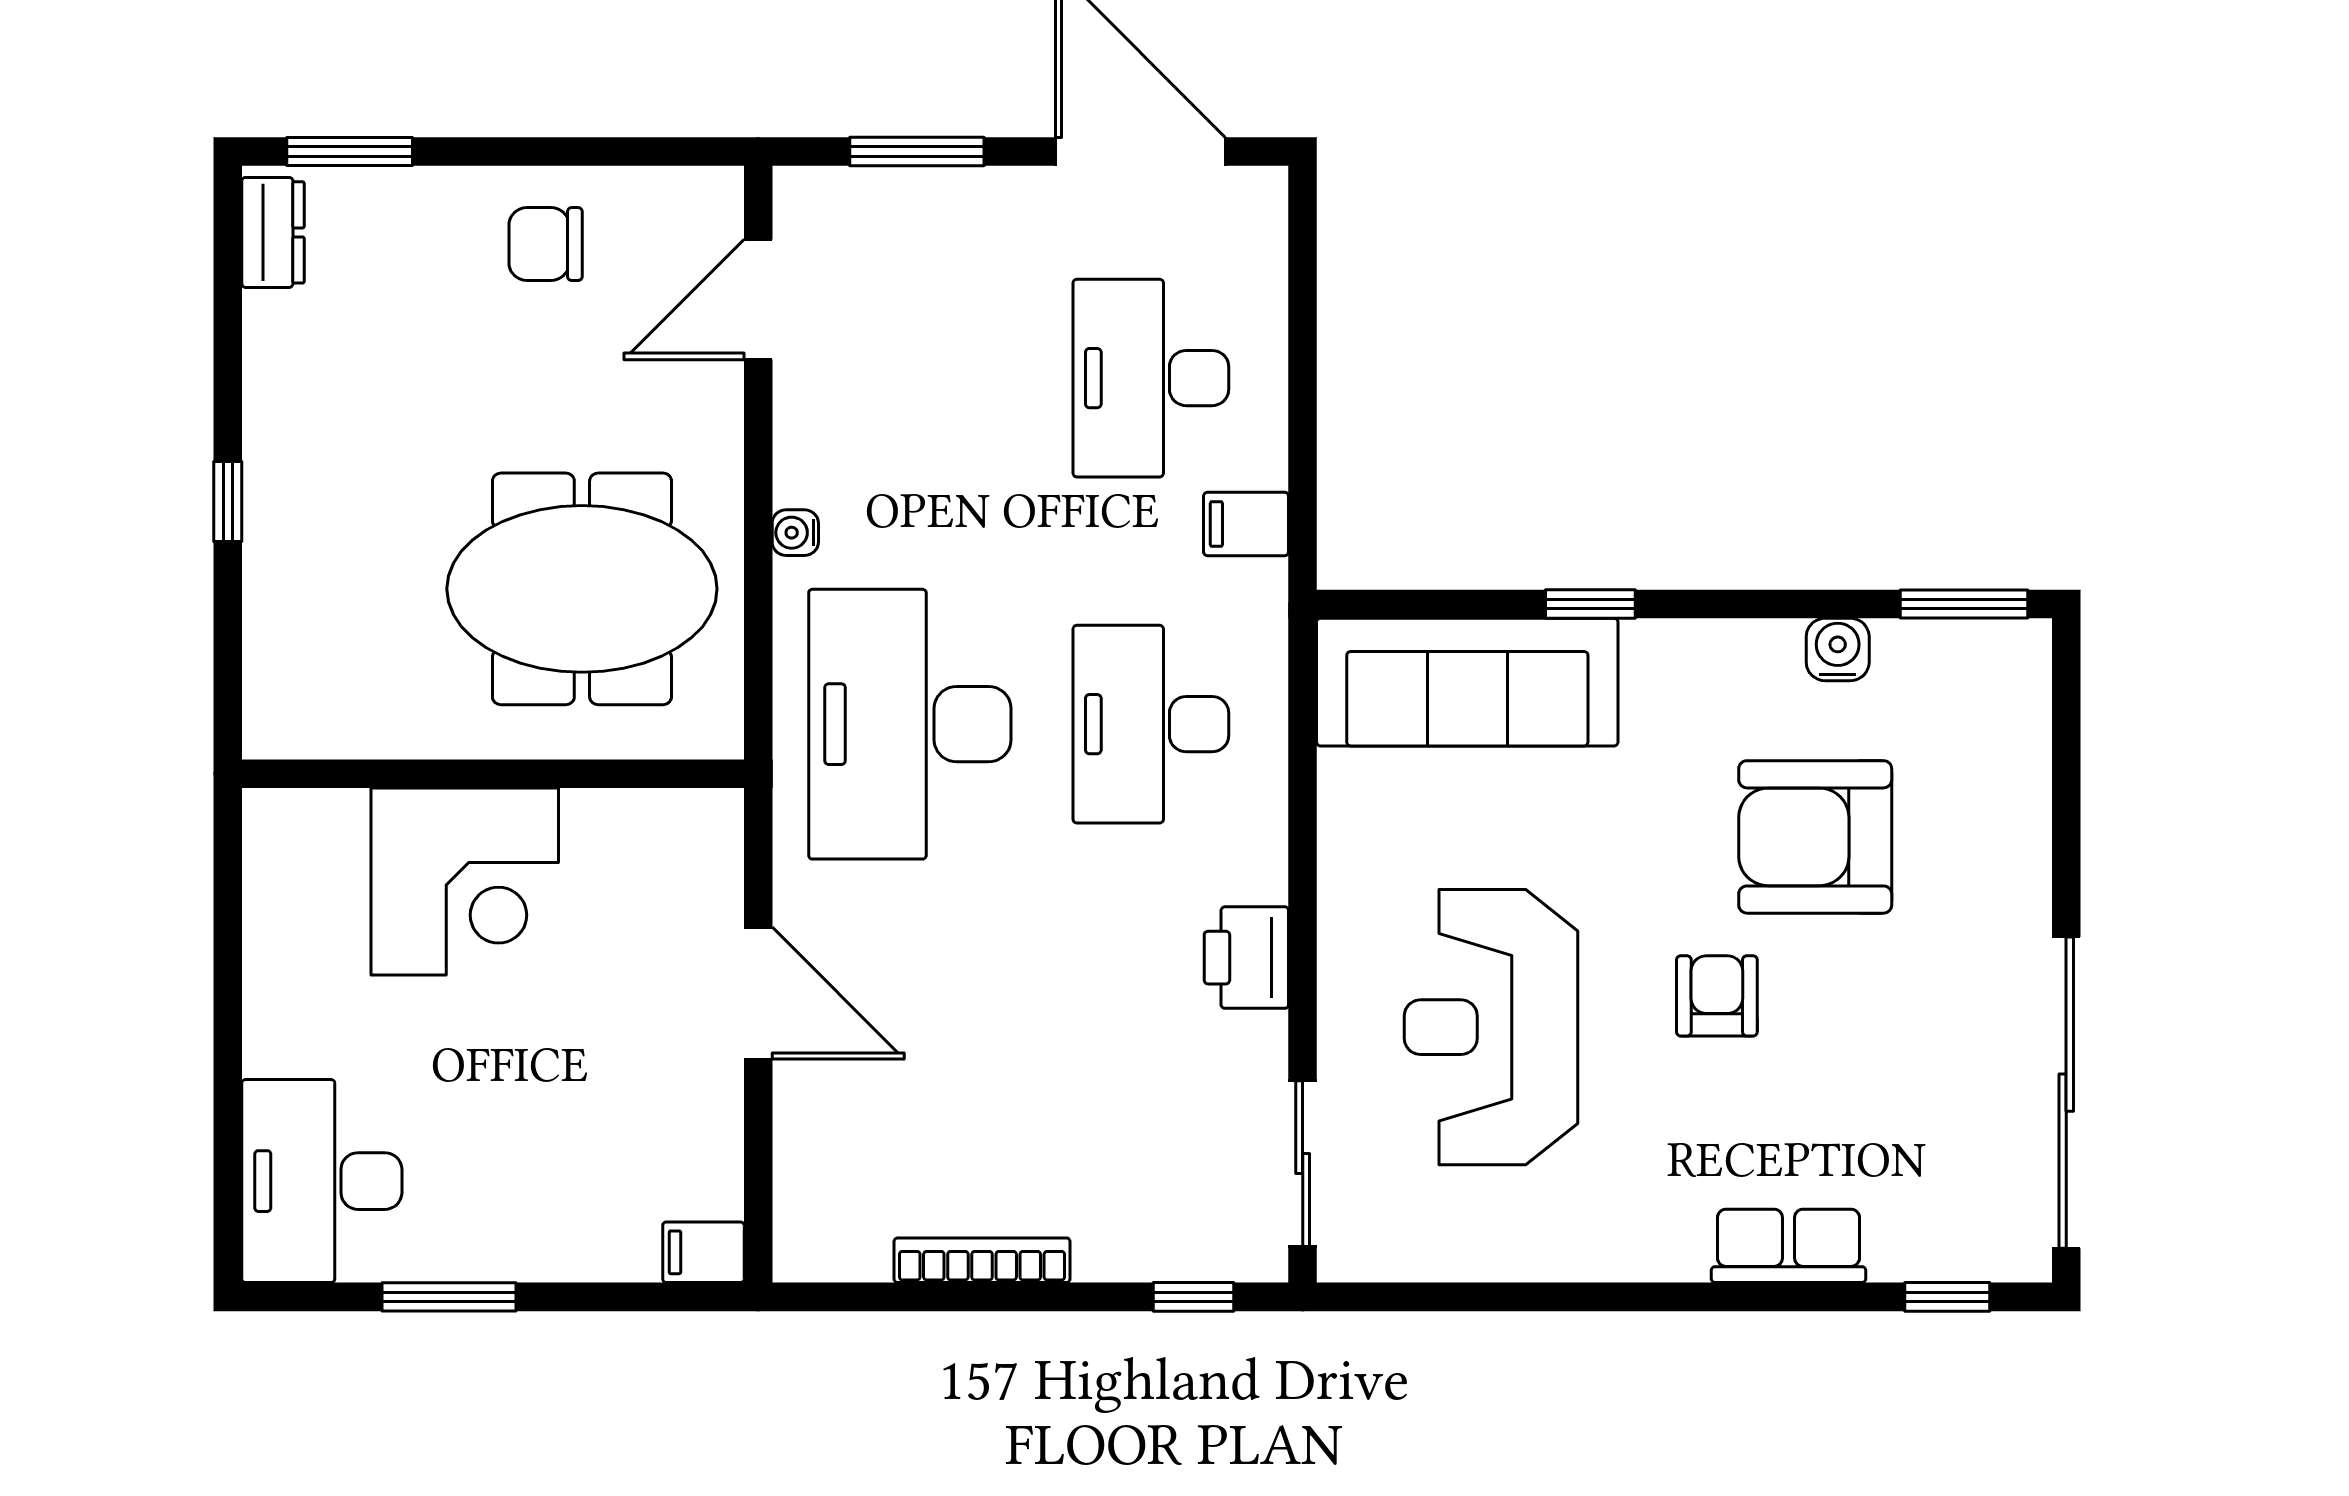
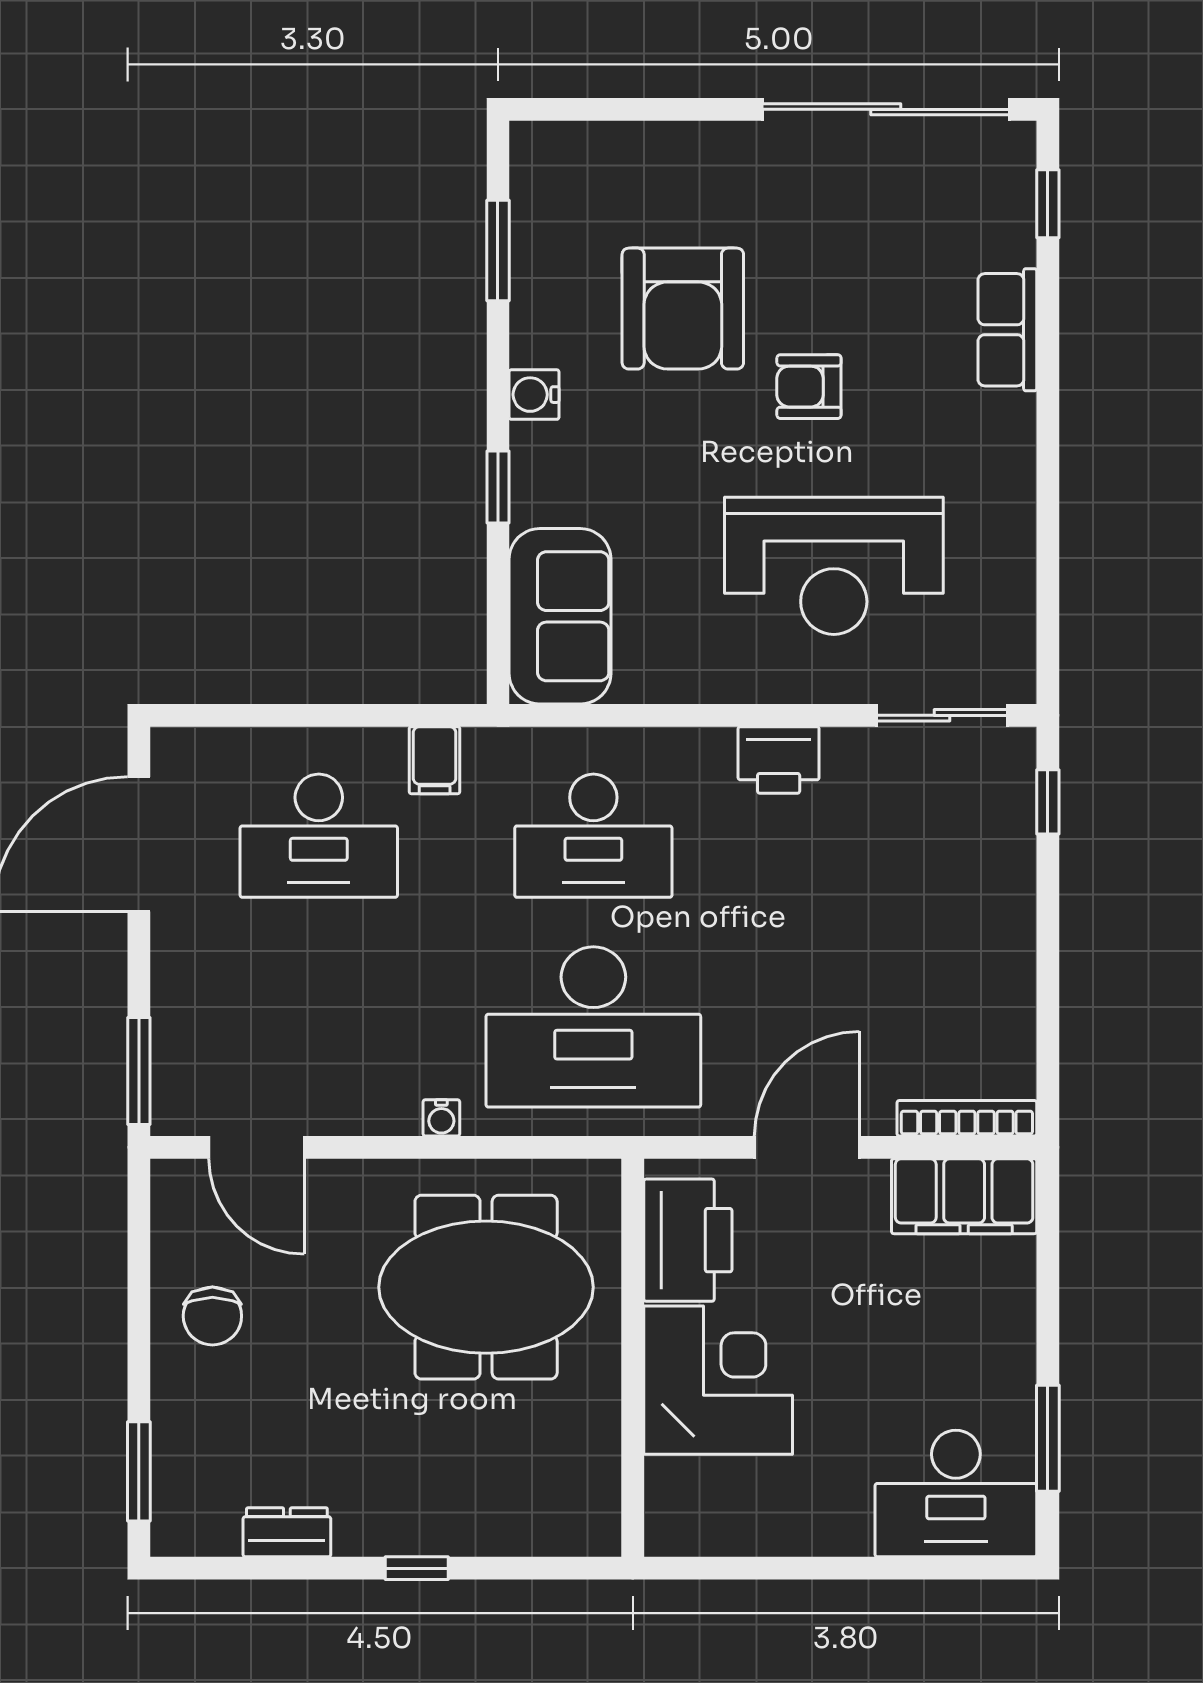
window: (917, 151) -> (139, 1071), moved
dresser: (273, 232) -> (287, 1532), moved
meeting table: (582, 589) -> (486, 1287), turned 90
window: (1964, 604) -> (498, 251), moved
water cooler: (1838, 649) -> (534, 395), moved
sofa: (1467, 682) -> (560, 616), width x0.73
printer: (641, 843) -> (688, 1240), added
filing cabinet: (703, 1252) -> (964, 1196), width x3.00, depth x1.17
bookcase: (982, 1260) -> (967, 1118), moved, turned 90
window: (449, 1297) -> (1048, 1438), moved

